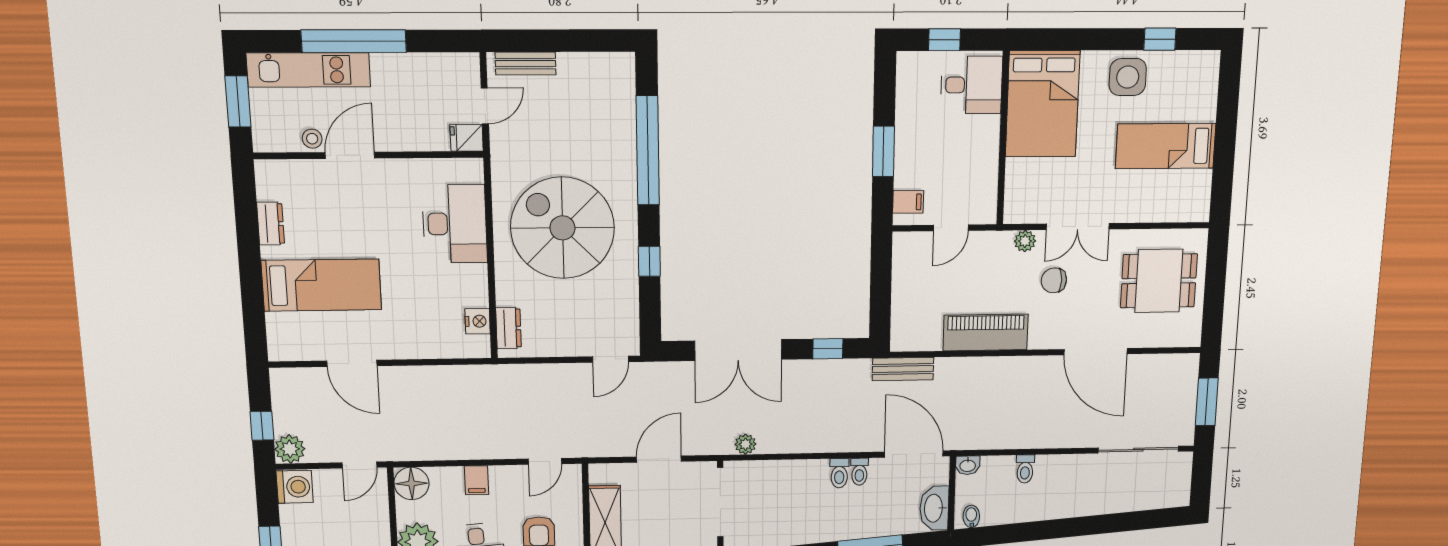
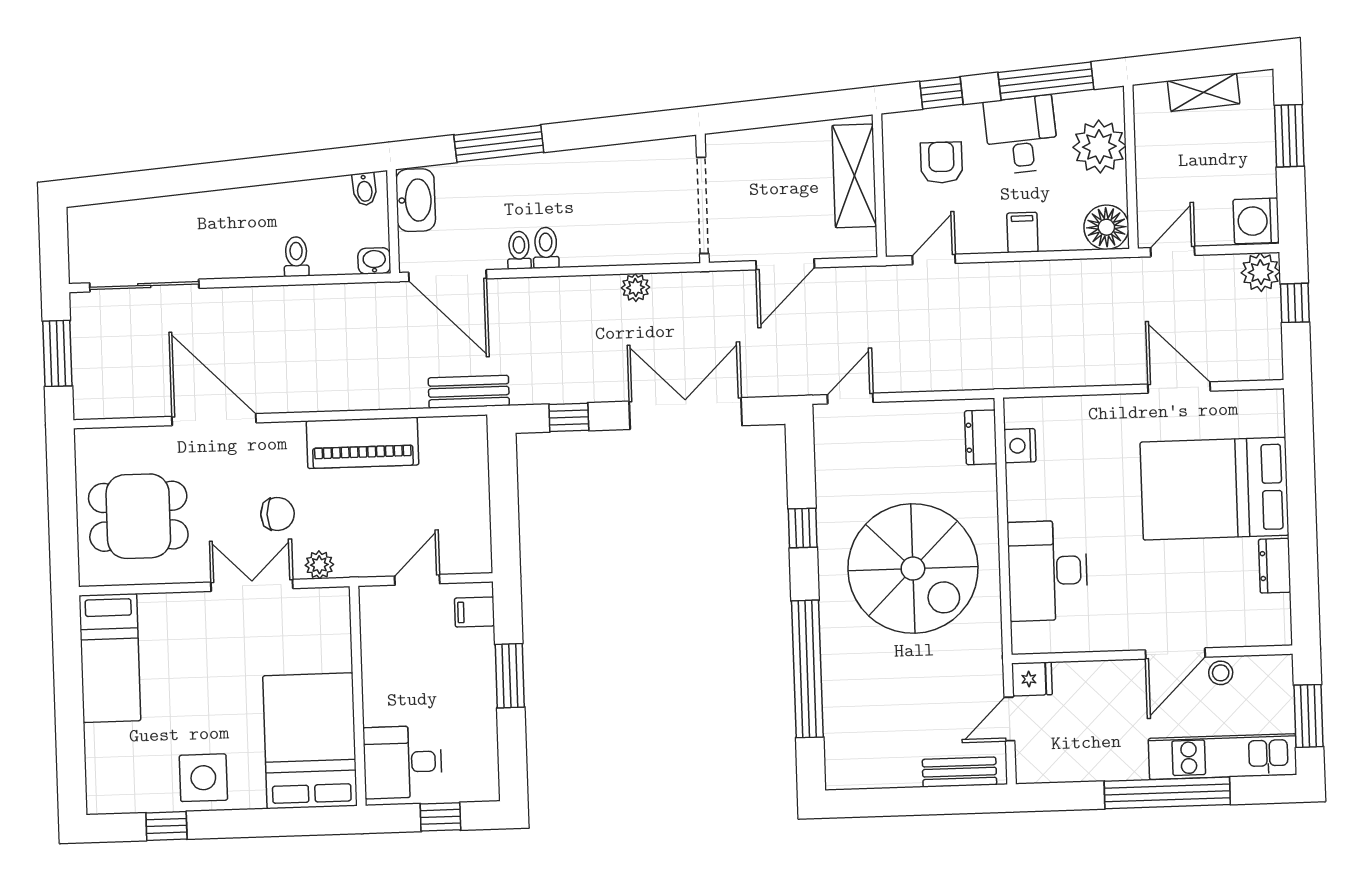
bed: (1166, 146) -> (110, 658), moved, turned 90
bed: (321, 285) -> (1215, 489), width x1.50
plant: (745, 444) -> (636, 288), moved

